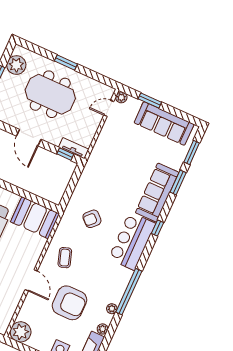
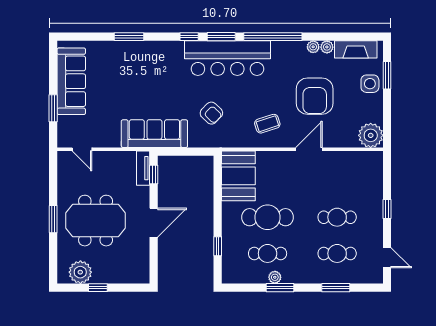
meeting table: (50, 94) -> (96, 221), turned 90
plant: (121, 97) -> (64, 141), removed
window: (192, 153) -> (221, 37), moved
sofa: (157, 193) -> (154, 134), moved, turned 180
bar counter: (132, 241) -> (227, 58), width x1.36
armchair: (69, 303) -> (315, 96), turned 180
plant: (112, 309) -> (313, 47), moved

